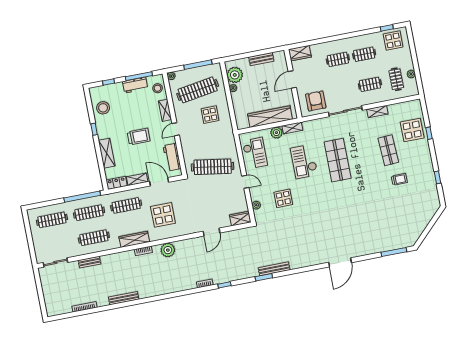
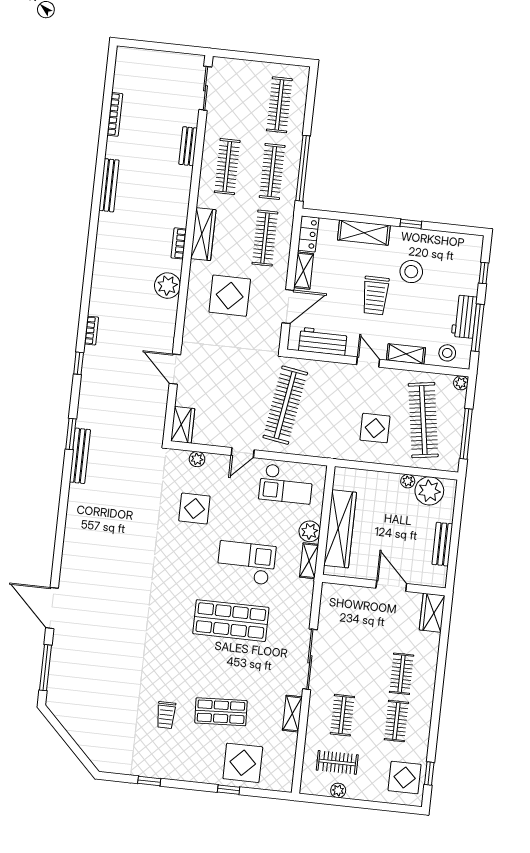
armchair: (316, 101) -> (343, 614), removed
stool: (103, 108) -> (411, 272), moved
door: (340, 262) -> (52, 608), moved

